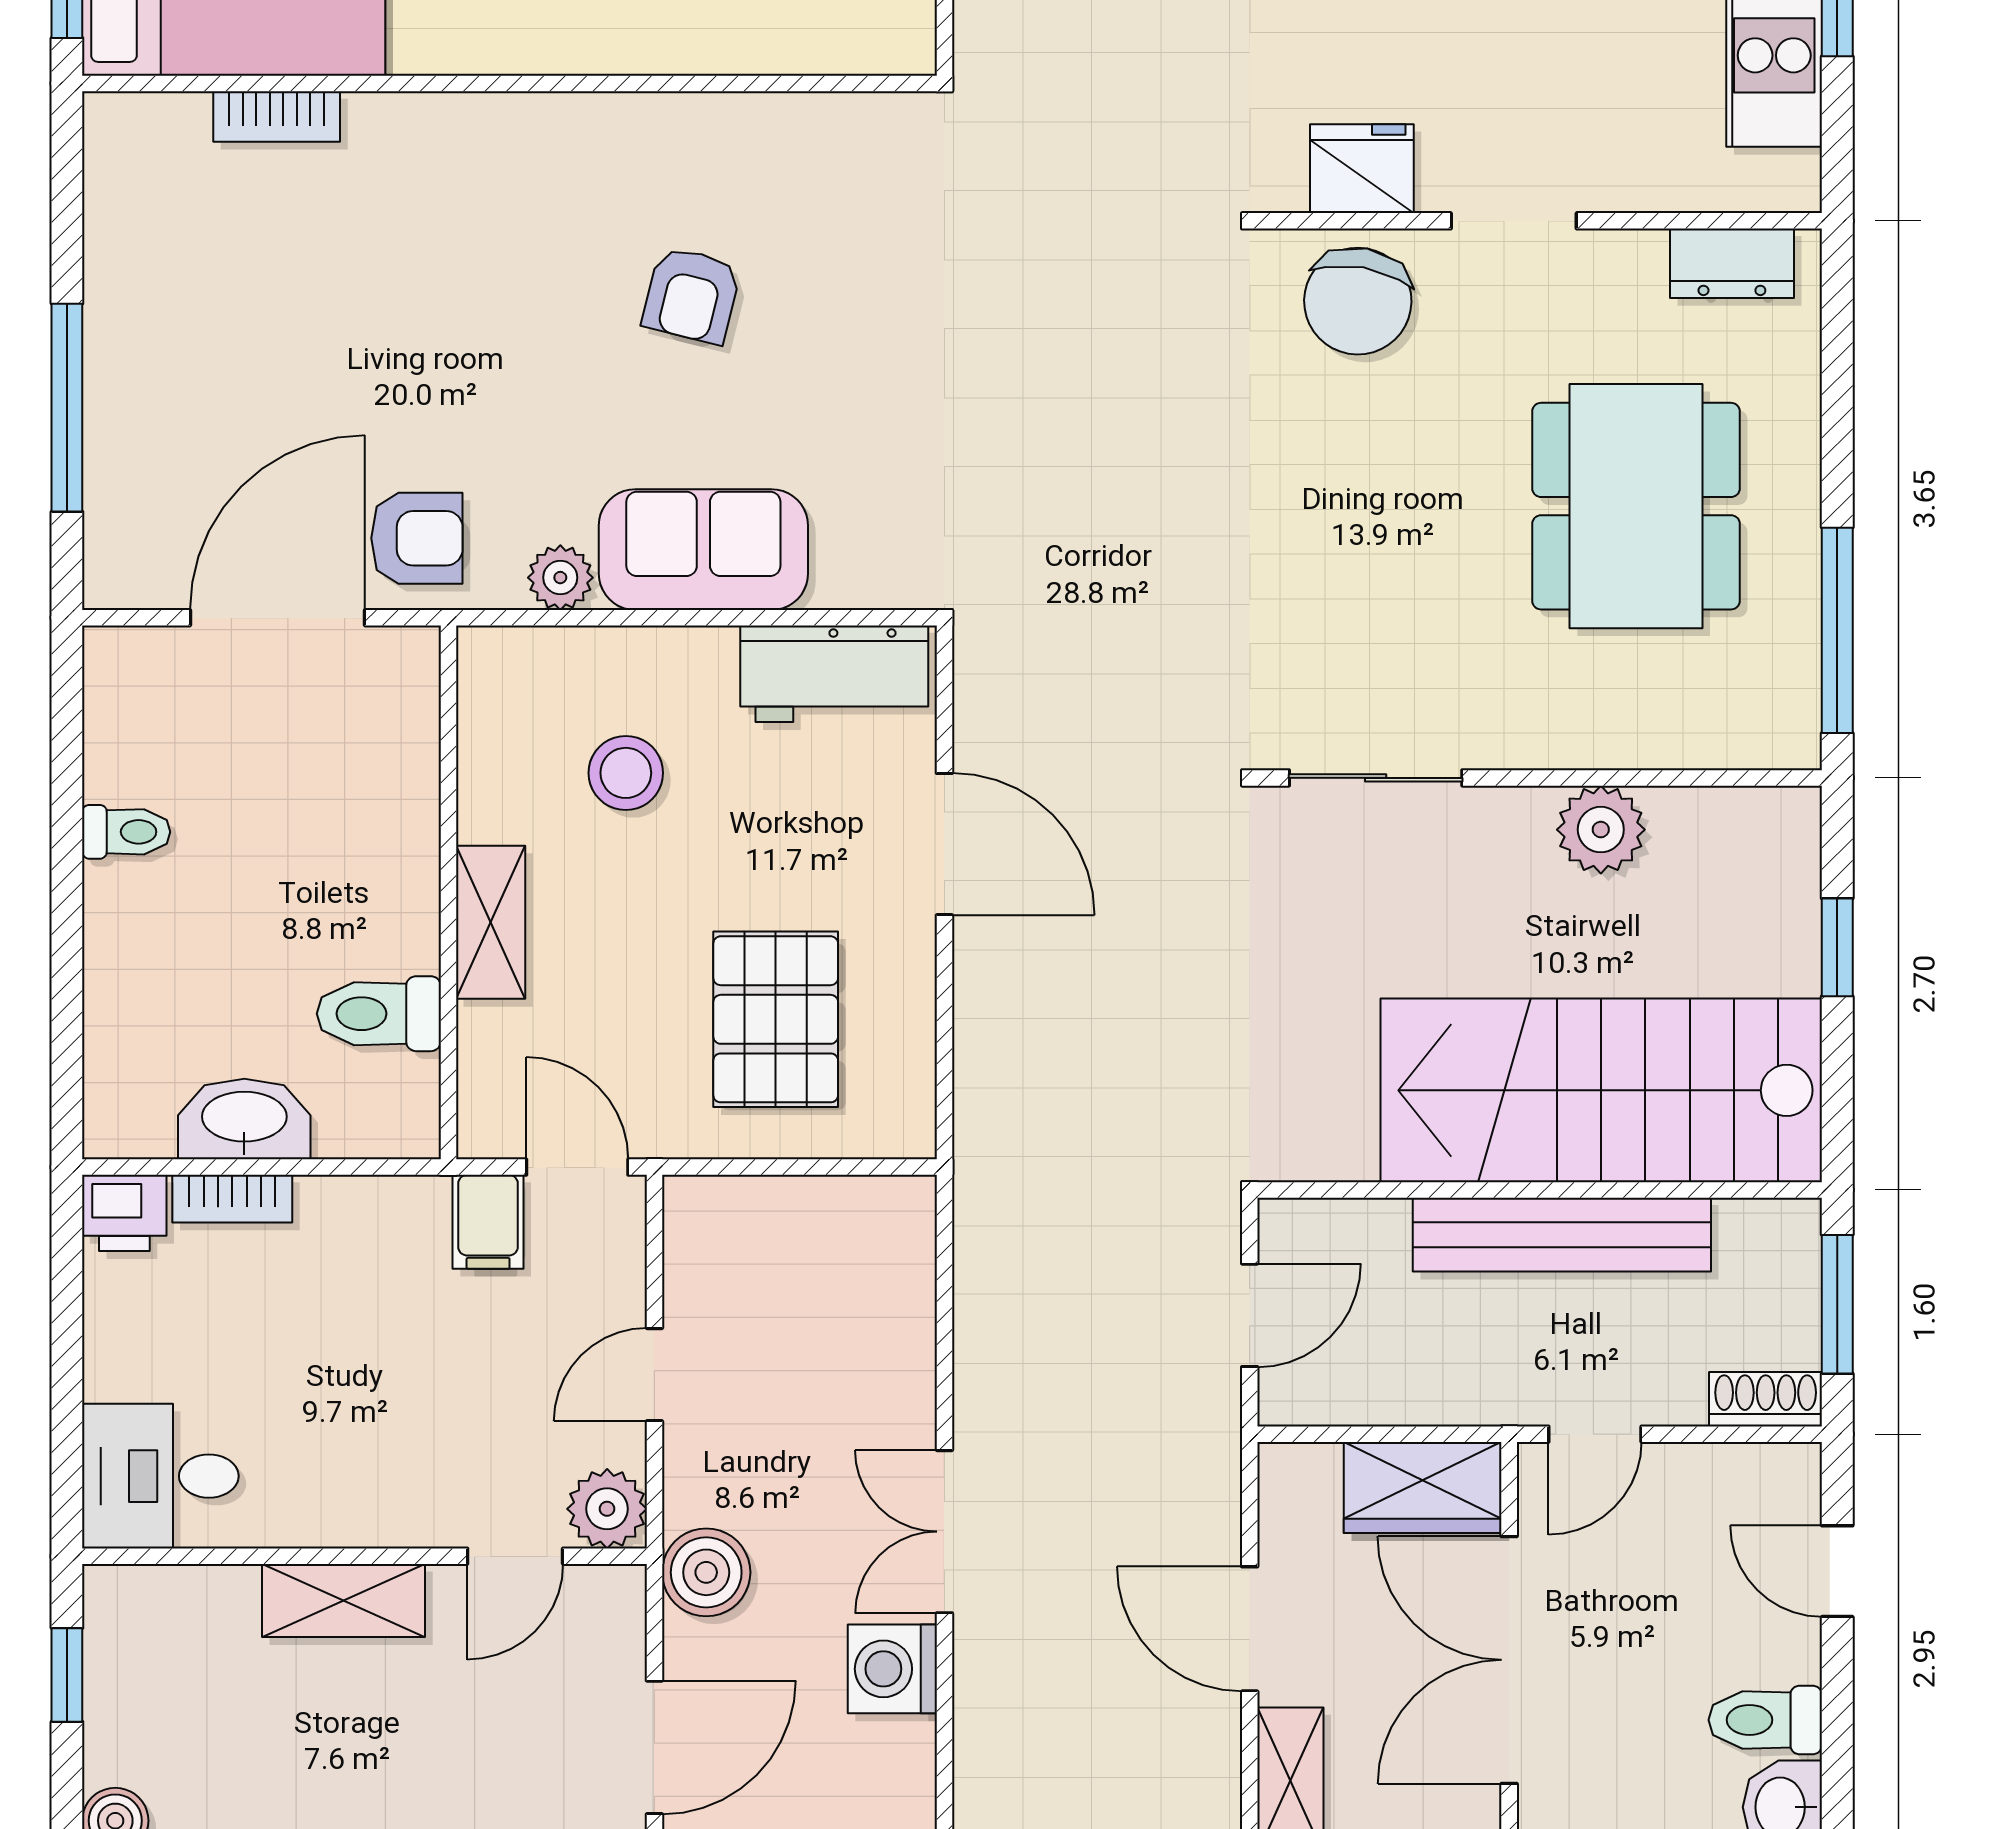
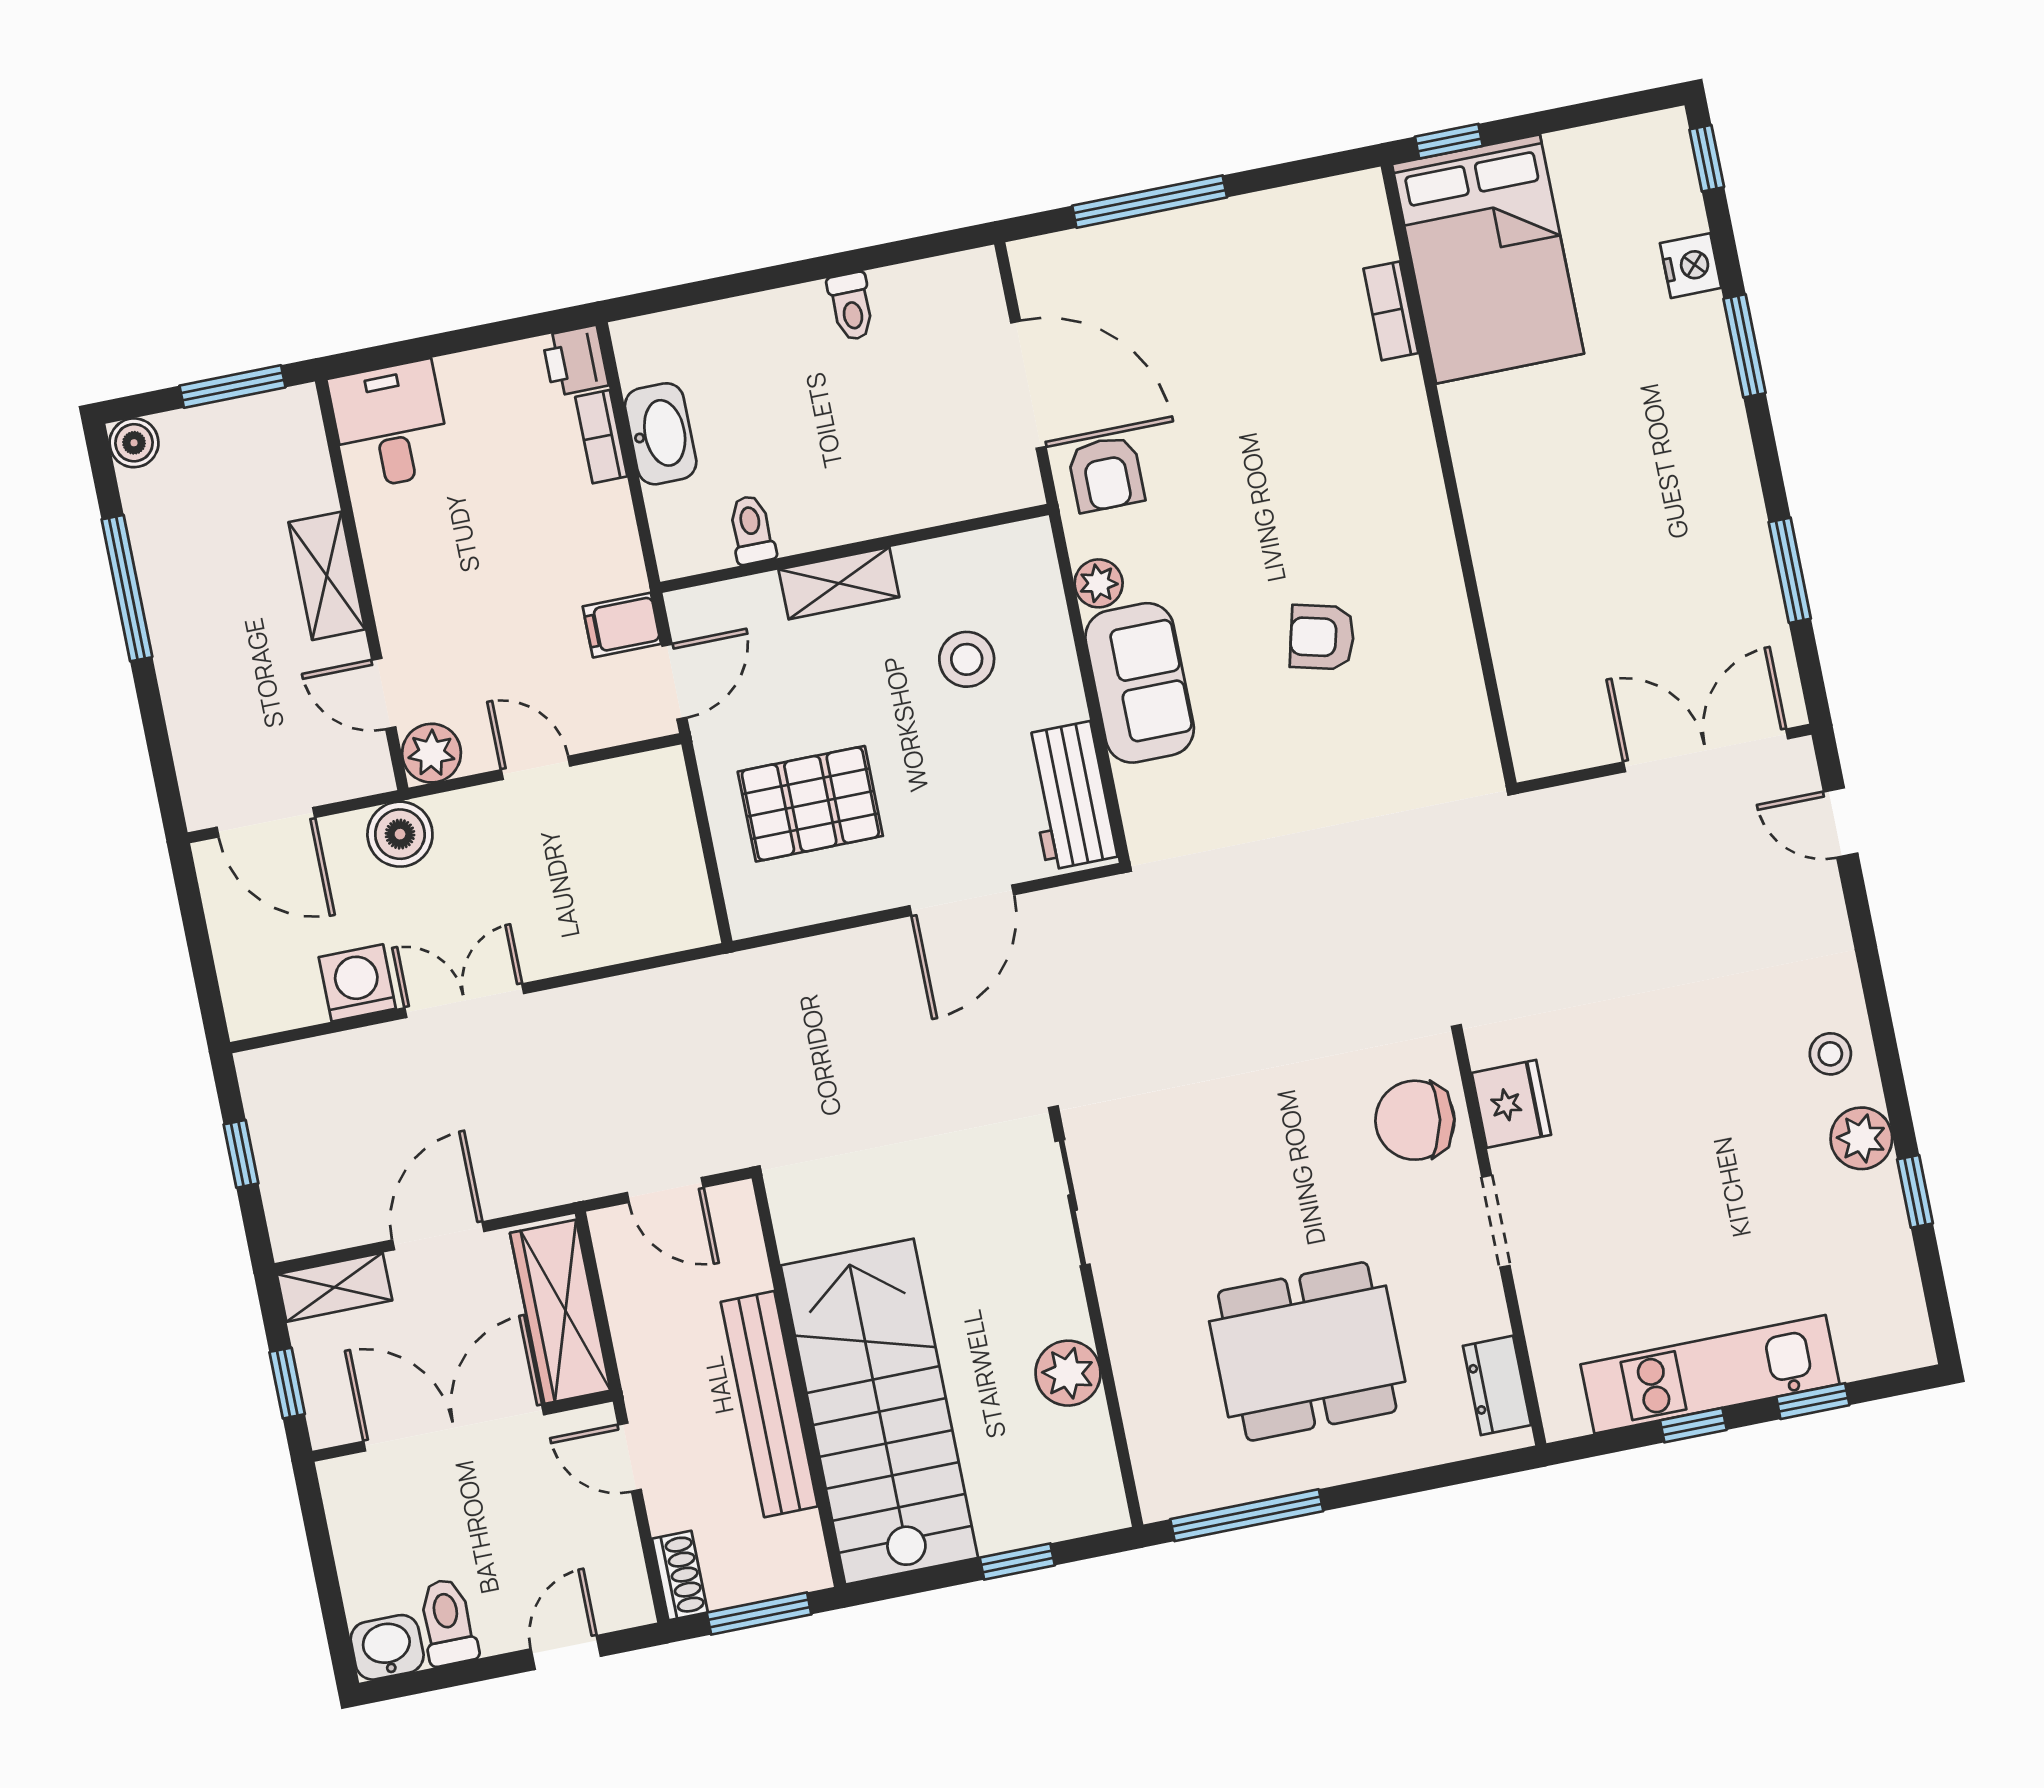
toilet: (379, 1014) -> (752, 530), width x0.73, depth x0.72
wardrobe: (1423, 1487) -> (560, 1312), width x1.50
window: (67, 1675) -> (232, 387), width x1.50

